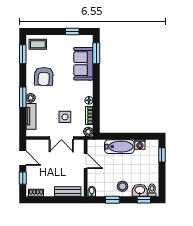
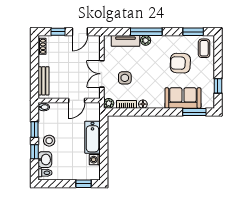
armchair: (44, 76) -> (180, 63), moved
window: (23, 97) -> (146, 32), width x1.44
window: (144, 200) -> (34, 152), moved

